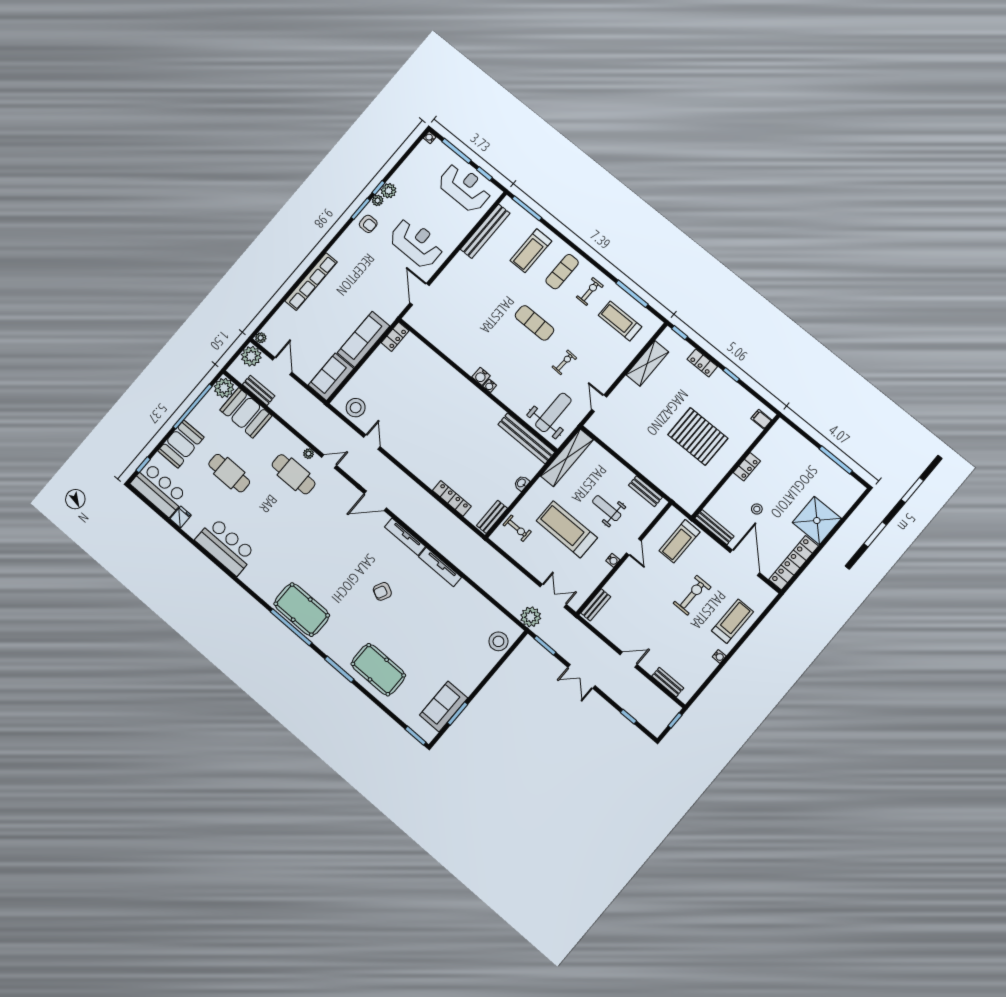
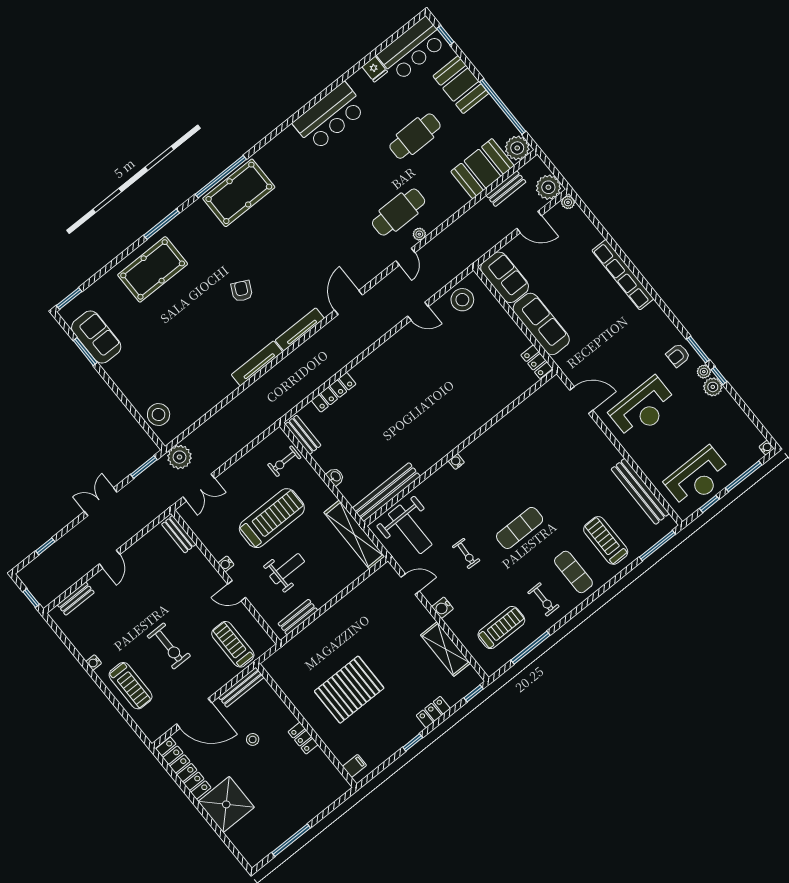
water cooler: (481, 376) -> (443, 608), moved, turned -90

